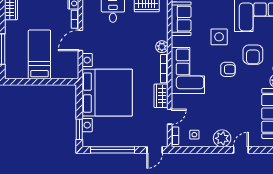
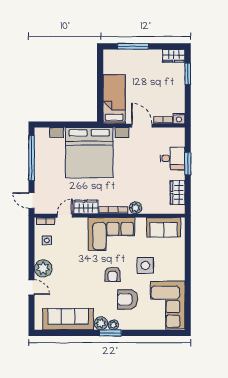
bed: (39, 54) -> (114, 99), moved, turned -90
door: (170, 117) -> (65, 216), swing flipped
window: (79, 129) -> (52, 124), removed

